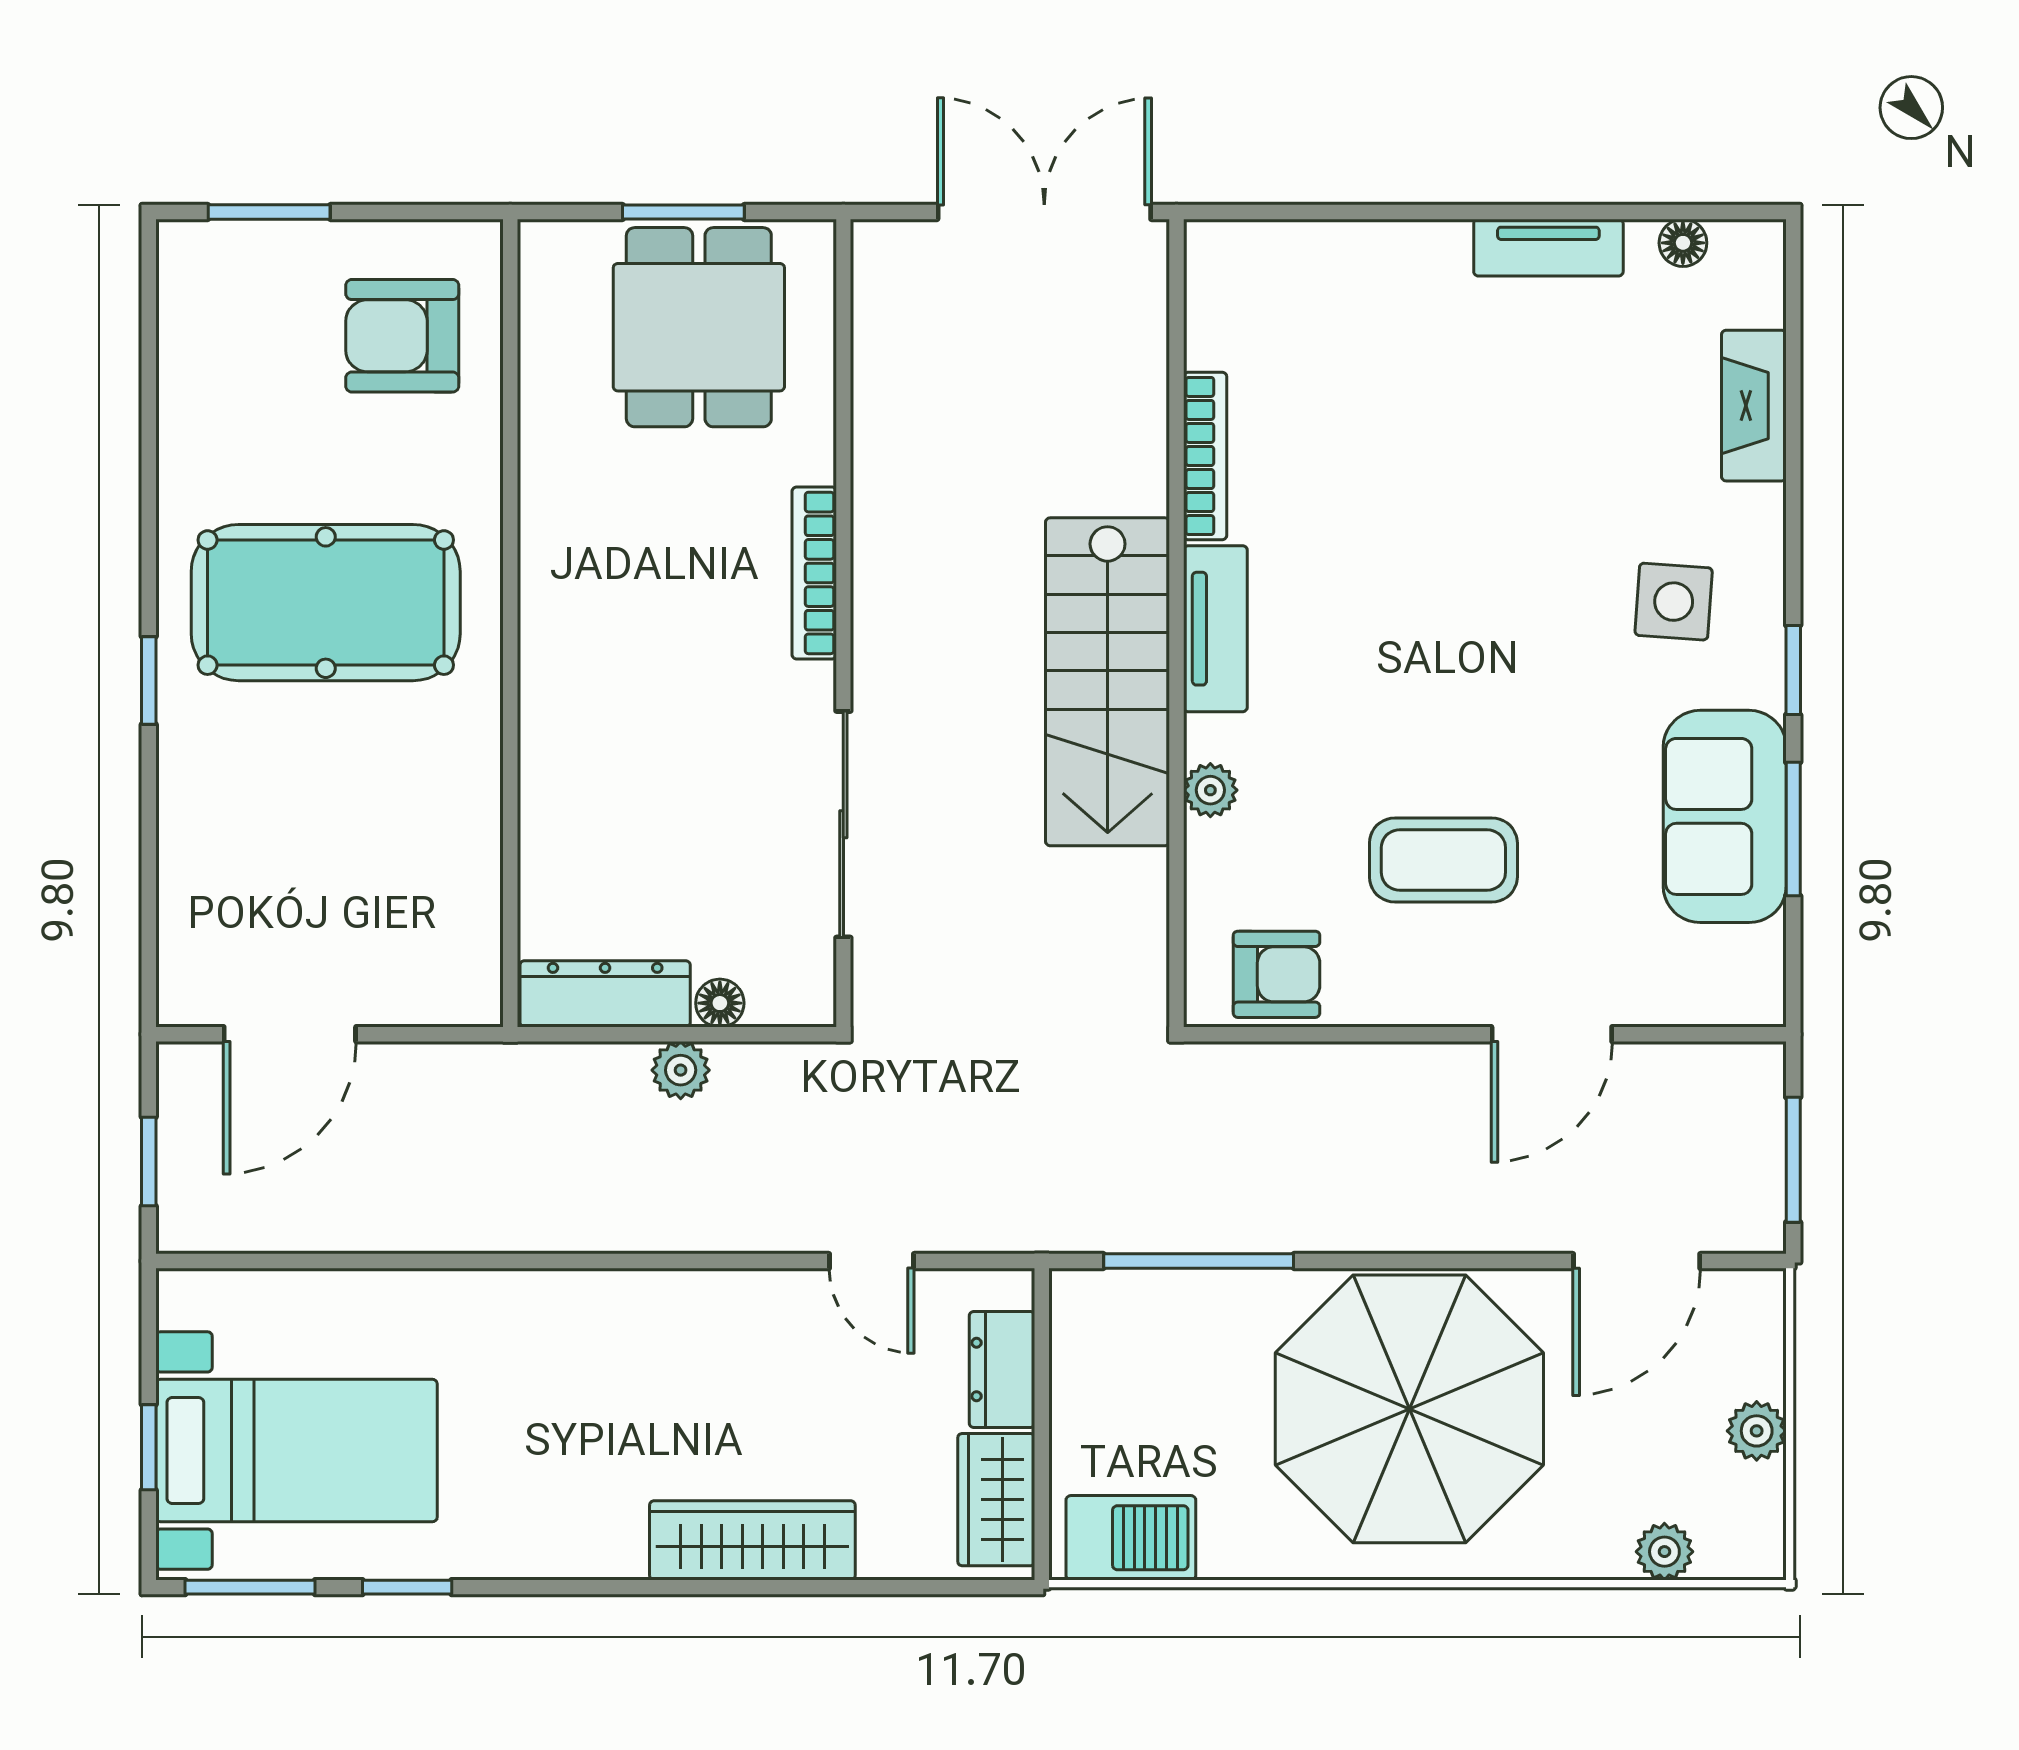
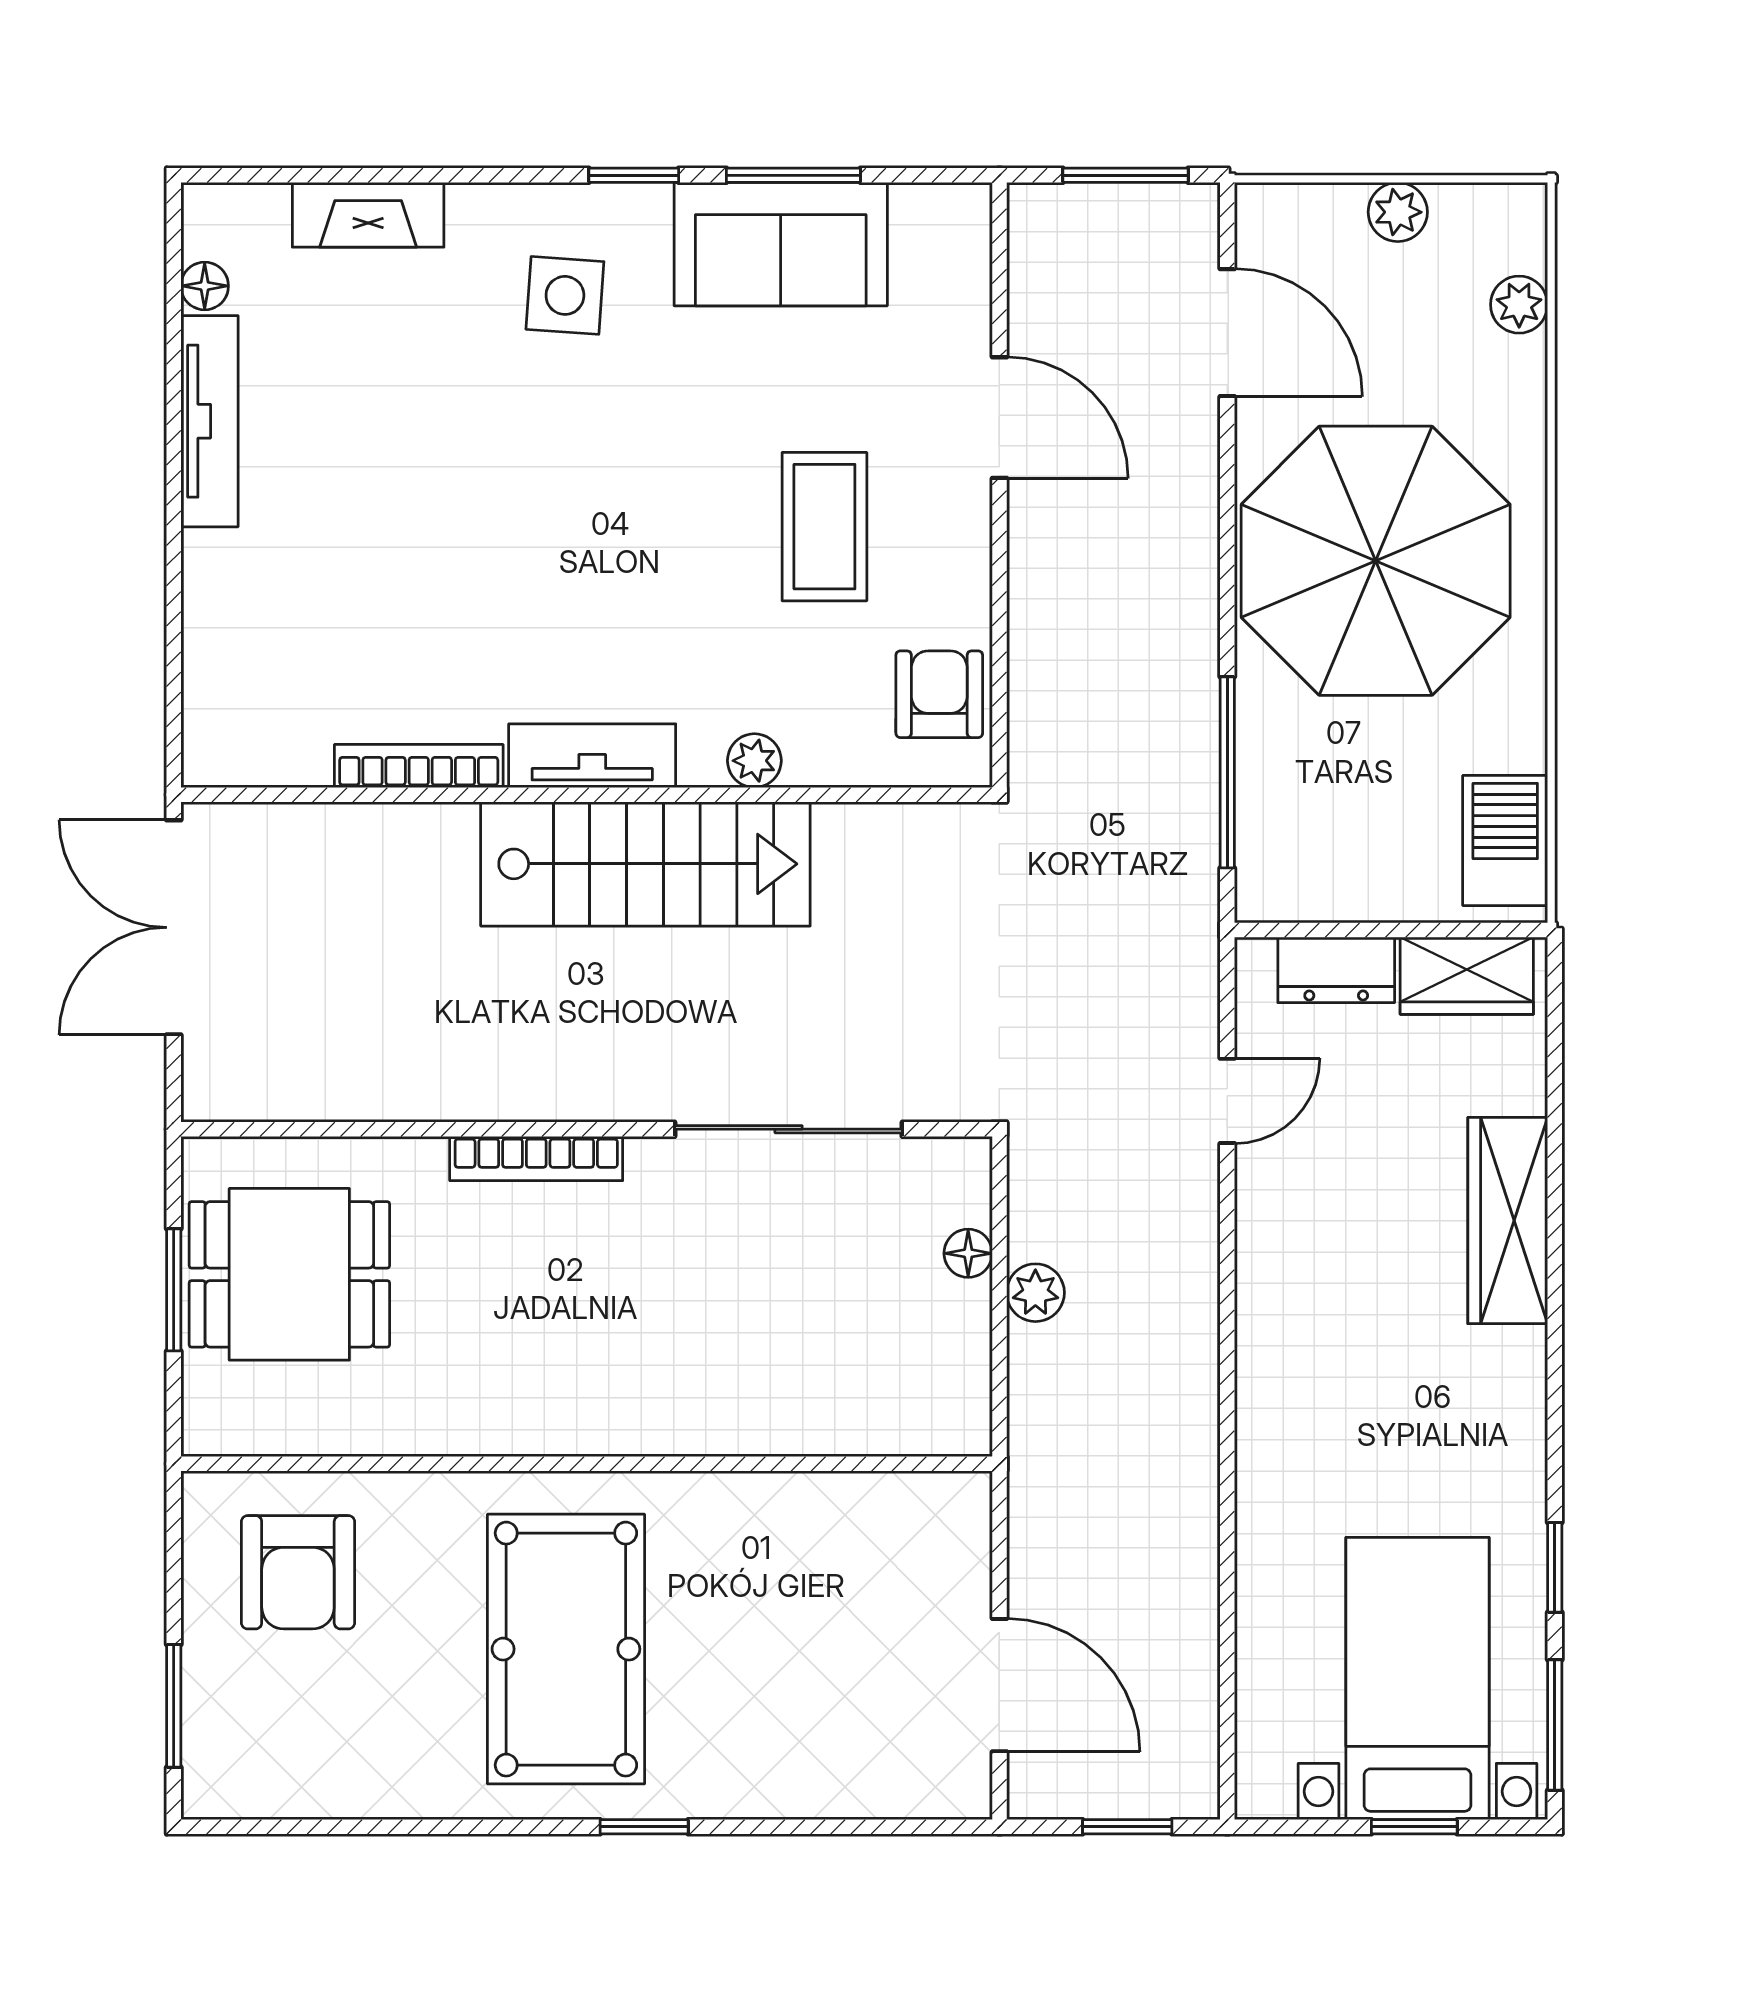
tv unit: (1548, 248) -> (209, 421), width x1.41
dresser: (605, 994) -> (959, 1369), removed

